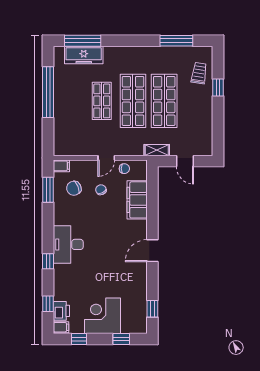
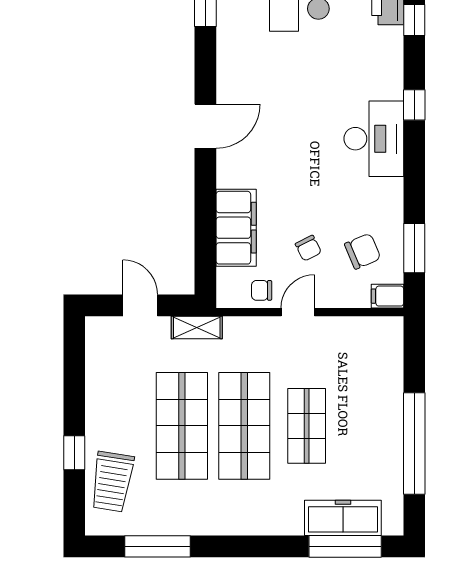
trolley: (199, 73) -> (112, 482), width x1.36, depth x1.39

